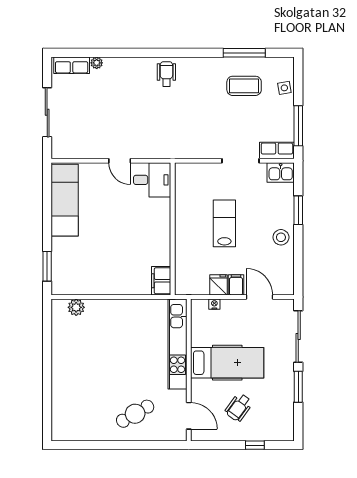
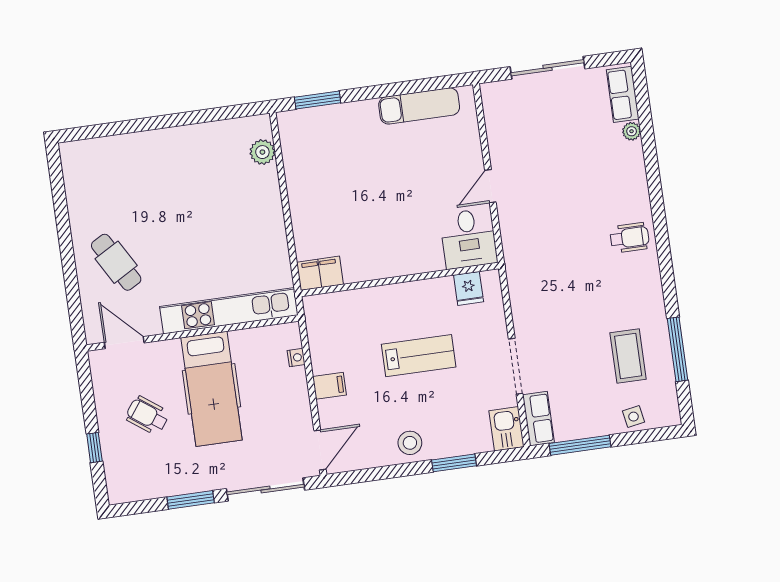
exam couch: (65, 200) -> (419, 106), width x0.73, depth x0.69
fridge: (218, 285) -> (469, 288), moved, turned 90
door: (260, 297) -> (320, 450), moved
door: (189, 416) -> (124, 343), swing flipped

